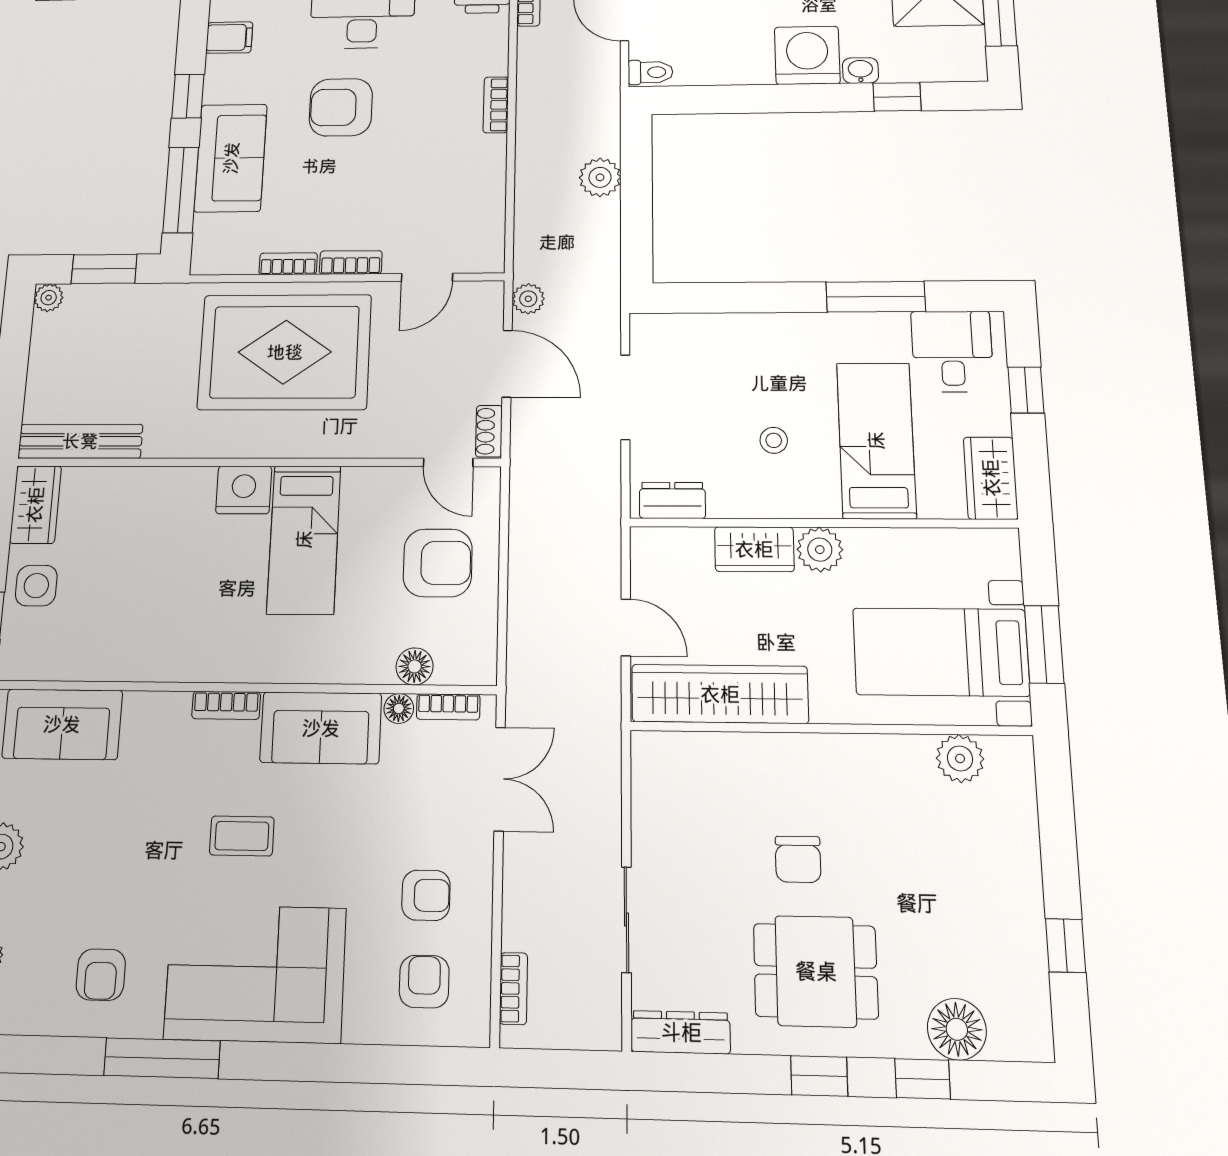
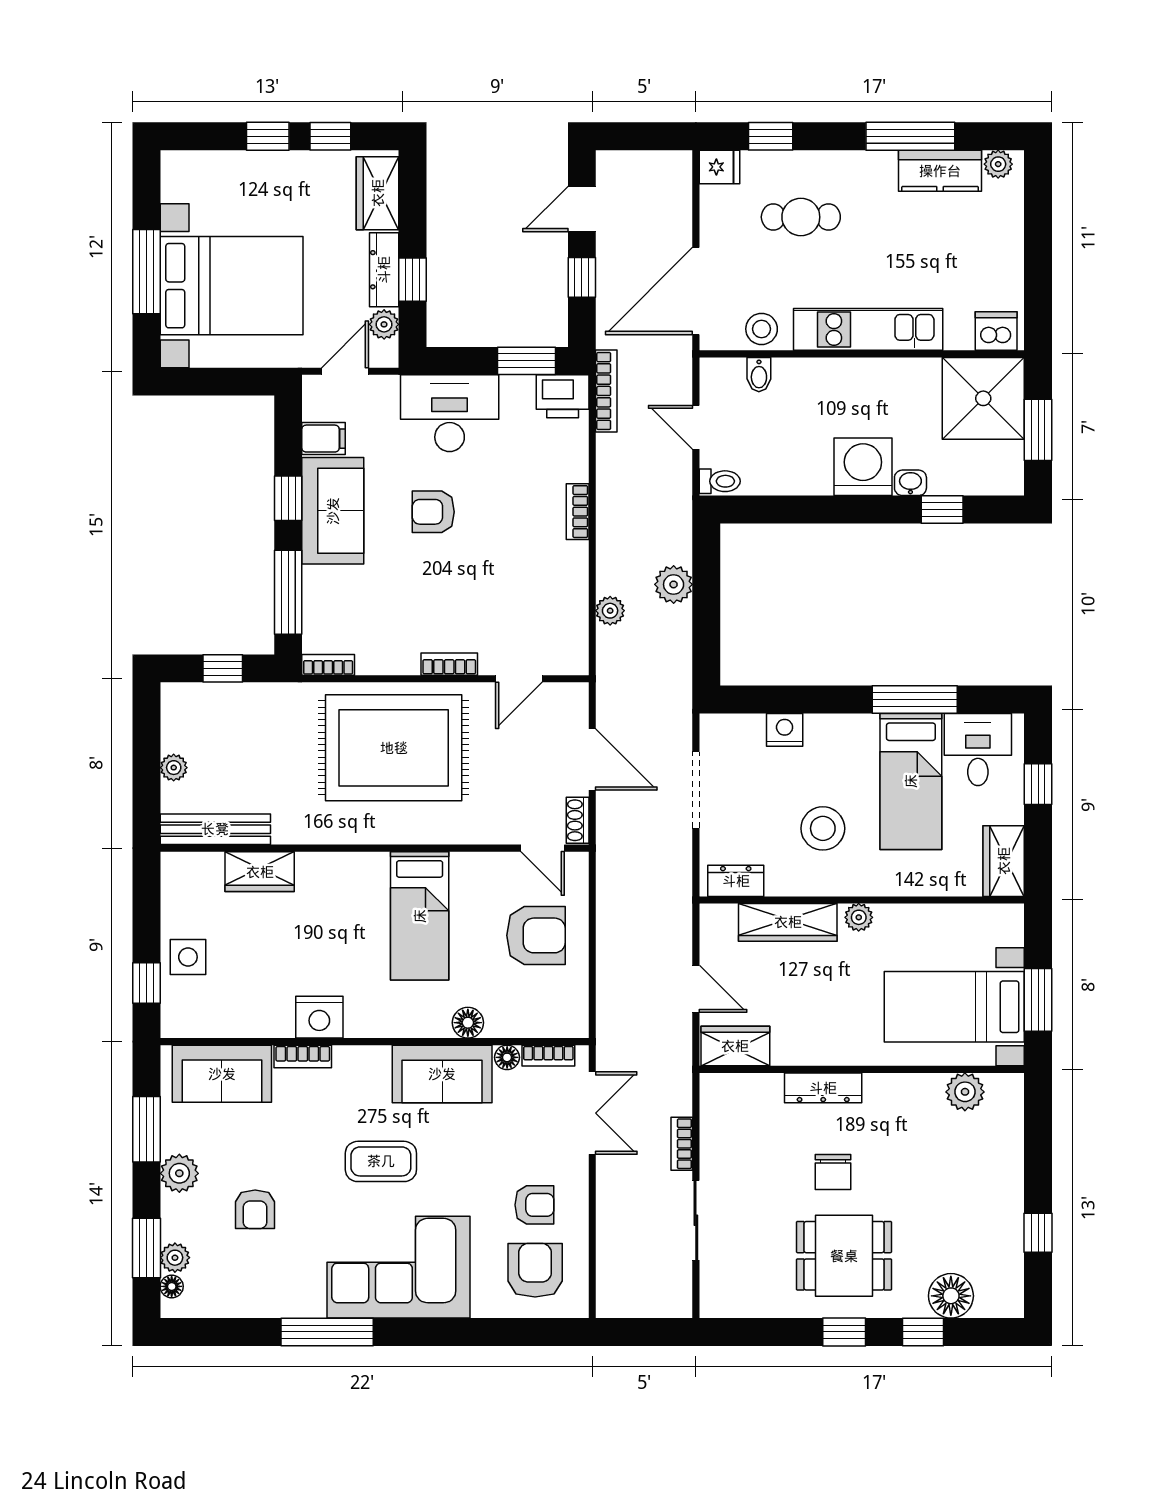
armchair: (341, 107) -> (433, 512), width x0.72, depth x0.72
sofa: (231, 158) -> (333, 511), moved
bookcase: (288, 264) -> (328, 665), moved
window: (104, 269) -> (223, 668), width x0.67
plant: (49, 298) -> (174, 768), moved
plant: (528, 299) -> (610, 611), moved
nightstand: (727, 331) -> (785, 730), added
stool: (774, 440) -> (823, 828), width x1.89, depth x1.89
bed: (876, 440) -> (911, 781), moved, turned 180
nightstand: (244, 490) -> (319, 1017), moved, turned 180
wardrobe: (35, 505) -> (260, 872), moved, turned 90
wardrobe: (754, 549) -> (788, 922), width x1.50
plant: (820, 550) -> (859, 917), width x0.73, depth x0.73
floor lamp: (415, 666) -> (468, 1023), moved
wardrobe: (720, 694) -> (735, 1046), width x0.48, depth x0.85
bookcase: (226, 705) -> (303, 1057), moved
coffee table: (242, 836) -> (381, 1161), width x1.36, depth x1.30
armchair: (101, 975) -> (255, 1209), moved
armchair: (424, 982) -> (535, 1270), width x1.38, depth x1.38
bookcase: (513, 989) -> (682, 1144), moved, turned 180
dresser: (681, 1032) -> (823, 1088), moved, turned 180

